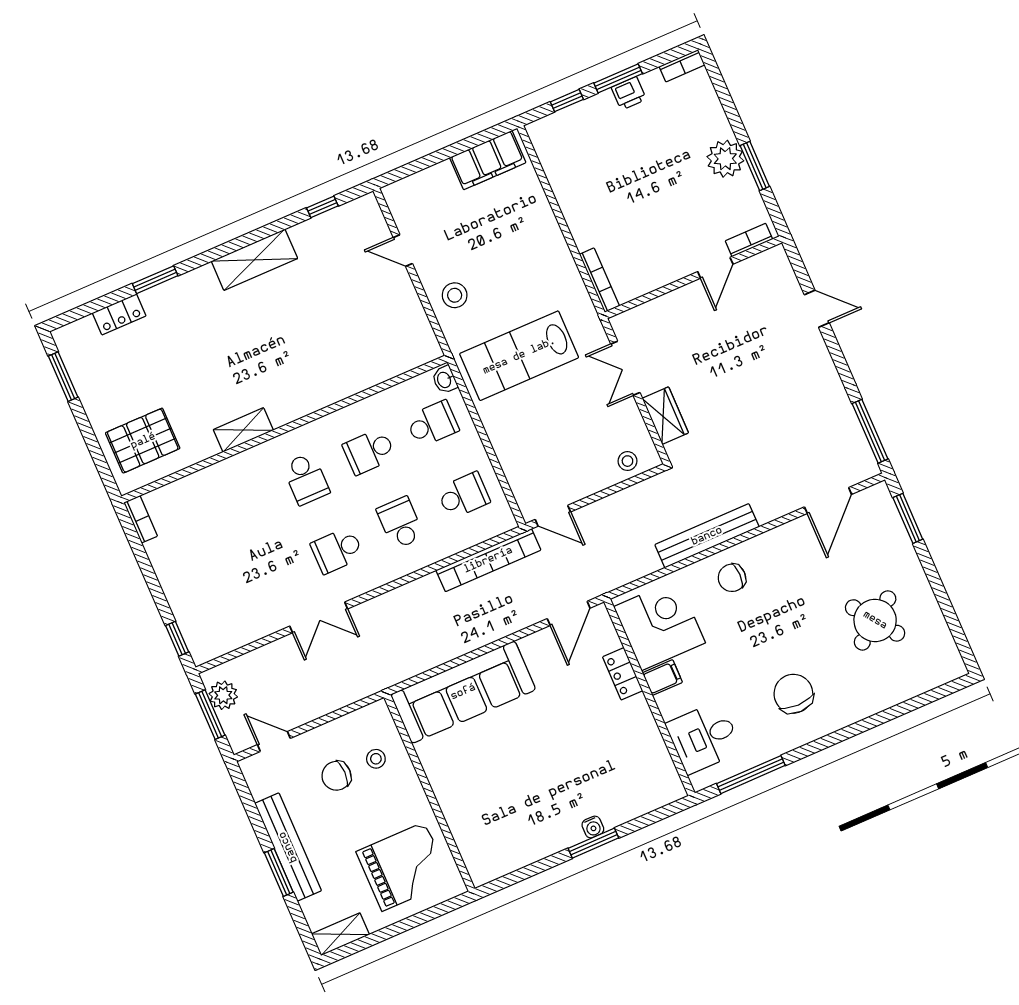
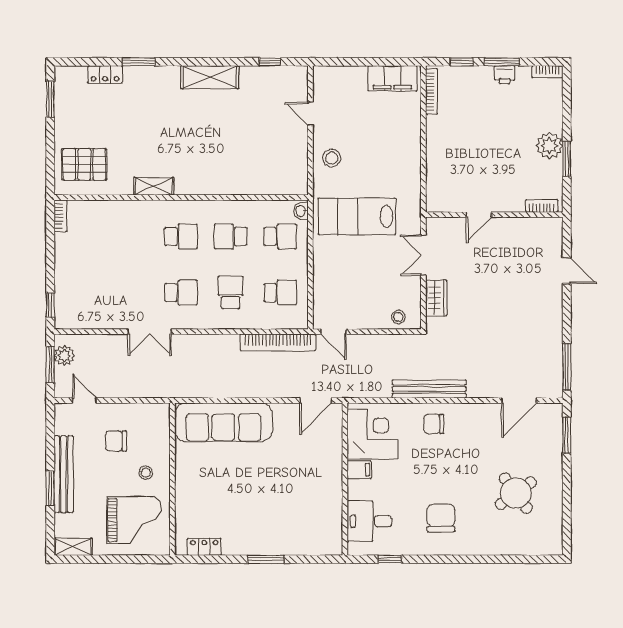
door: (715, 268) -> (479, 215), moved
bookcase: (599, 280) -> (432, 91), moved
school desk: (306, 479) -> (181, 236), turned -90
school desk: (337, 550) -> (181, 293), turned 180
locker: (623, 674) -> (204, 547), moved, turned 90
stool: (376, 759) -> (146, 473), moved
window: (751, 775) -> (390, 559), width x0.46
water cooler: (593, 827) -> (270, 548), removed

